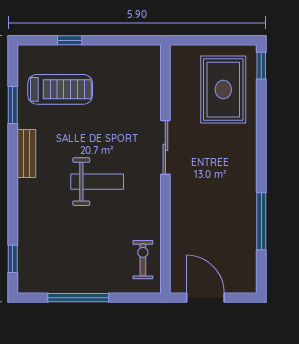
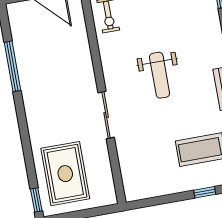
weight bench: (97, 182) -> (160, 75), turned -90

